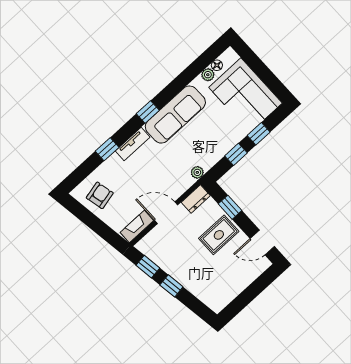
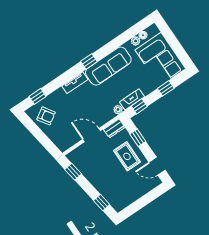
window: (107, 149) -> (37, 96), moved
window: (236, 154) -> (139, 106), moved
armchair: (100, 195) -> (46, 116), turned 70
fireplace: (137, 226) -> (132, 99), moved
rug: (219, 235) -> (127, 156), turned 90
window: (171, 286) -> (102, 203), moved

